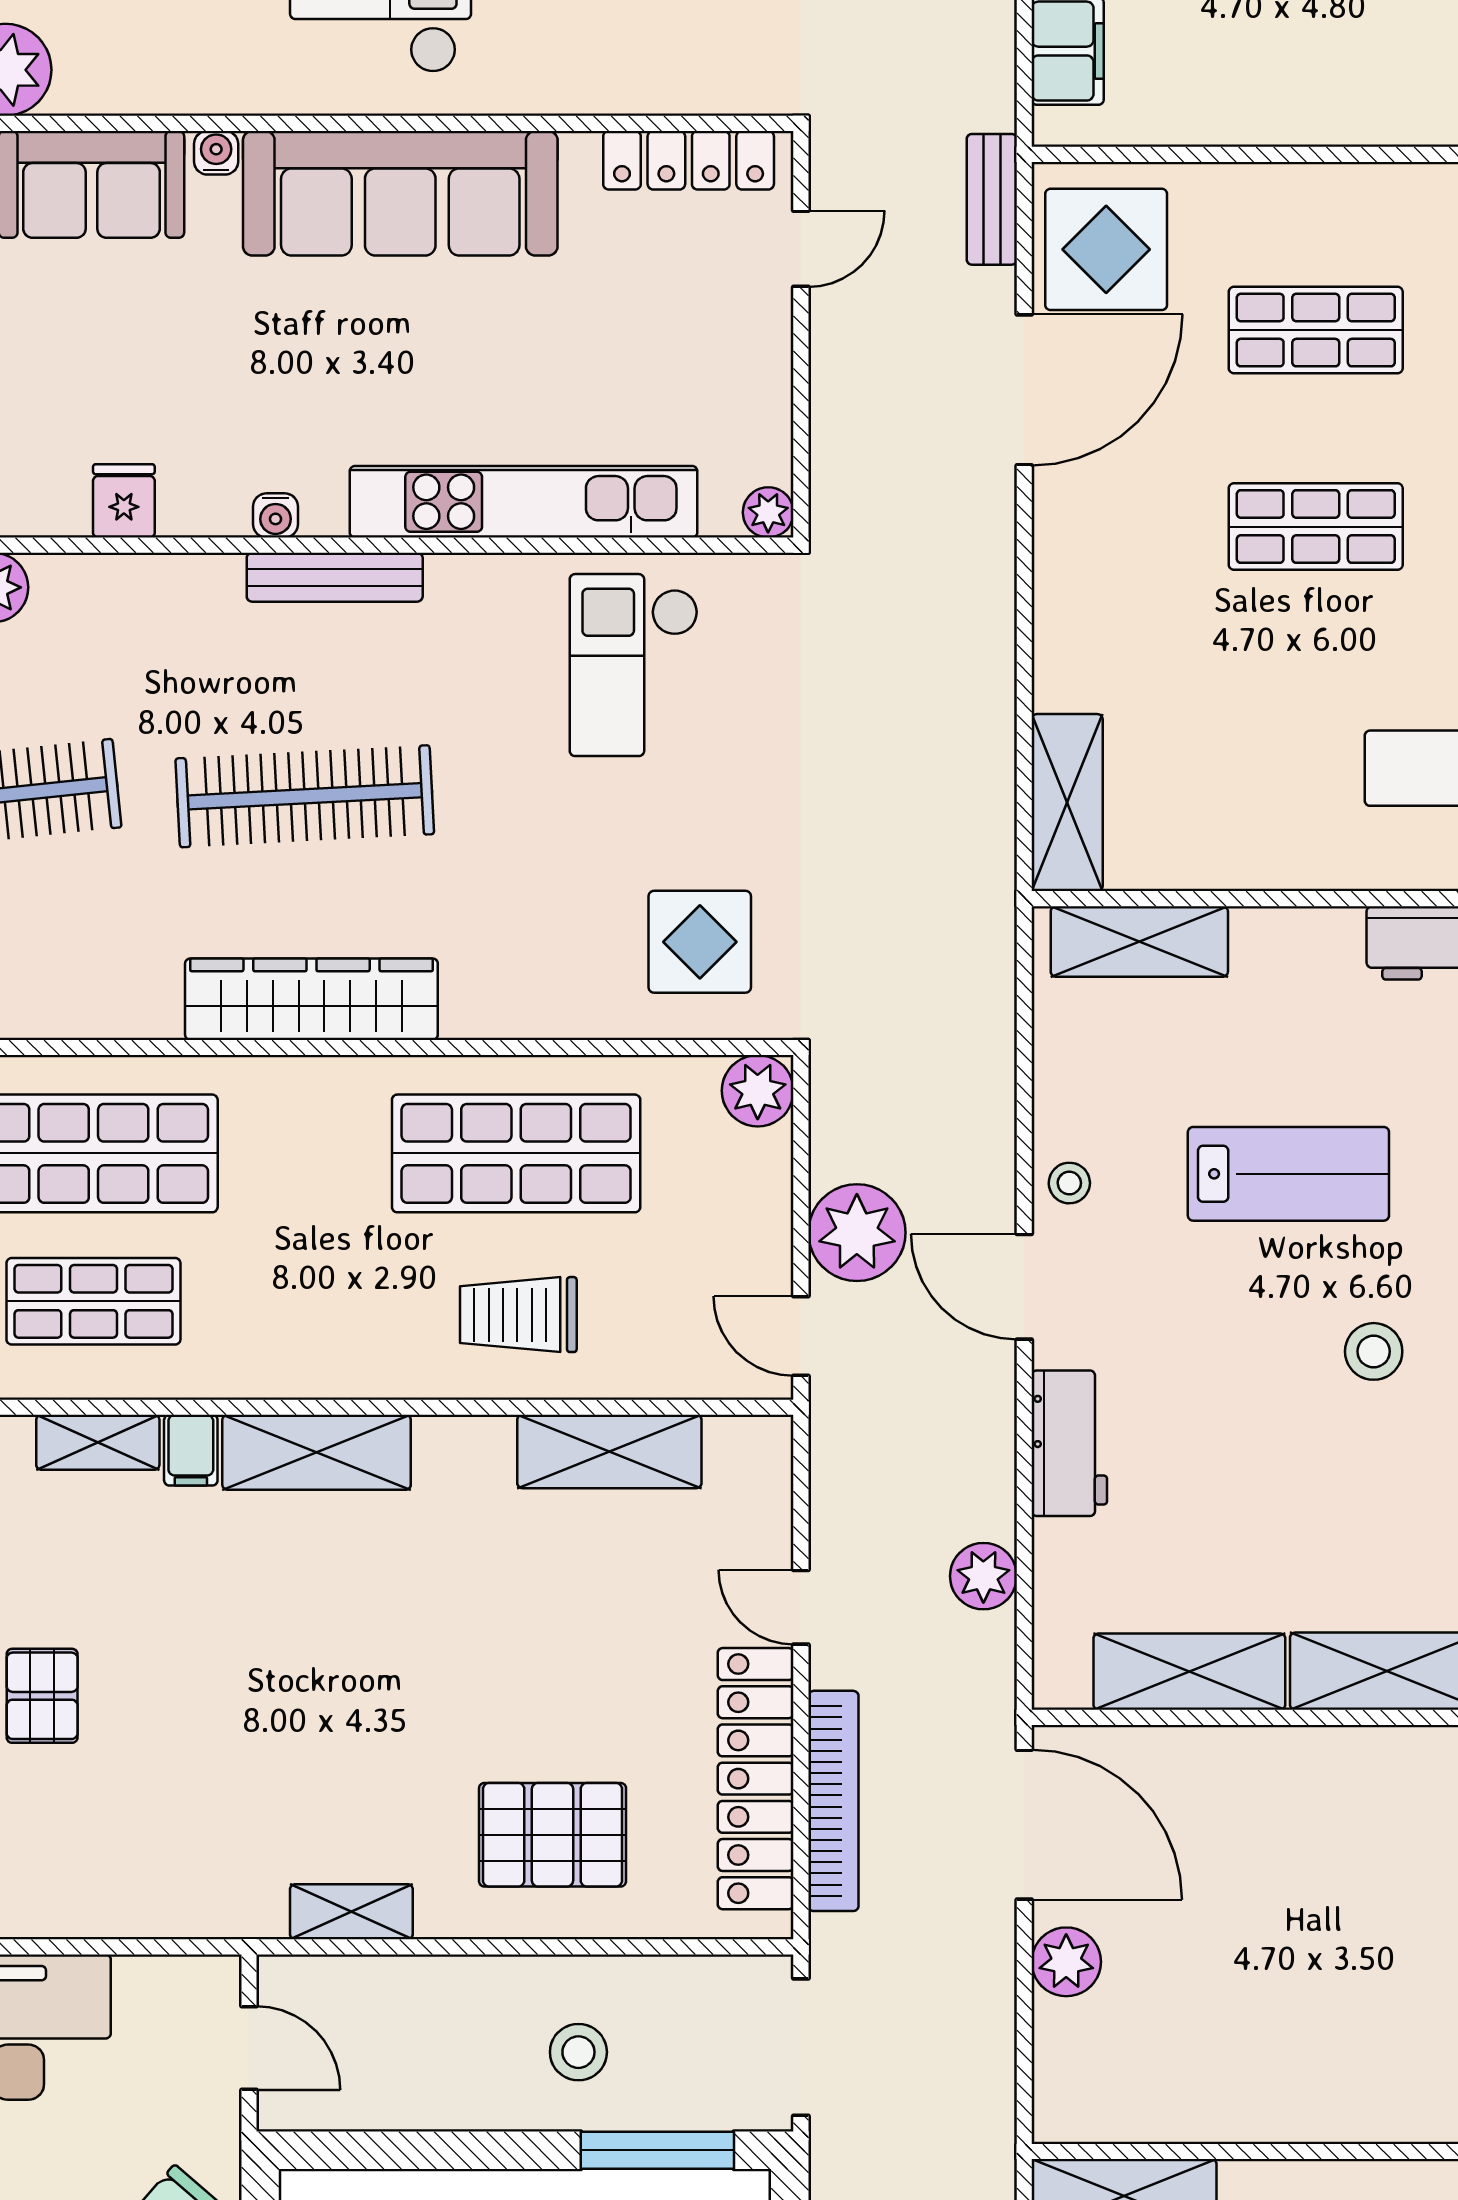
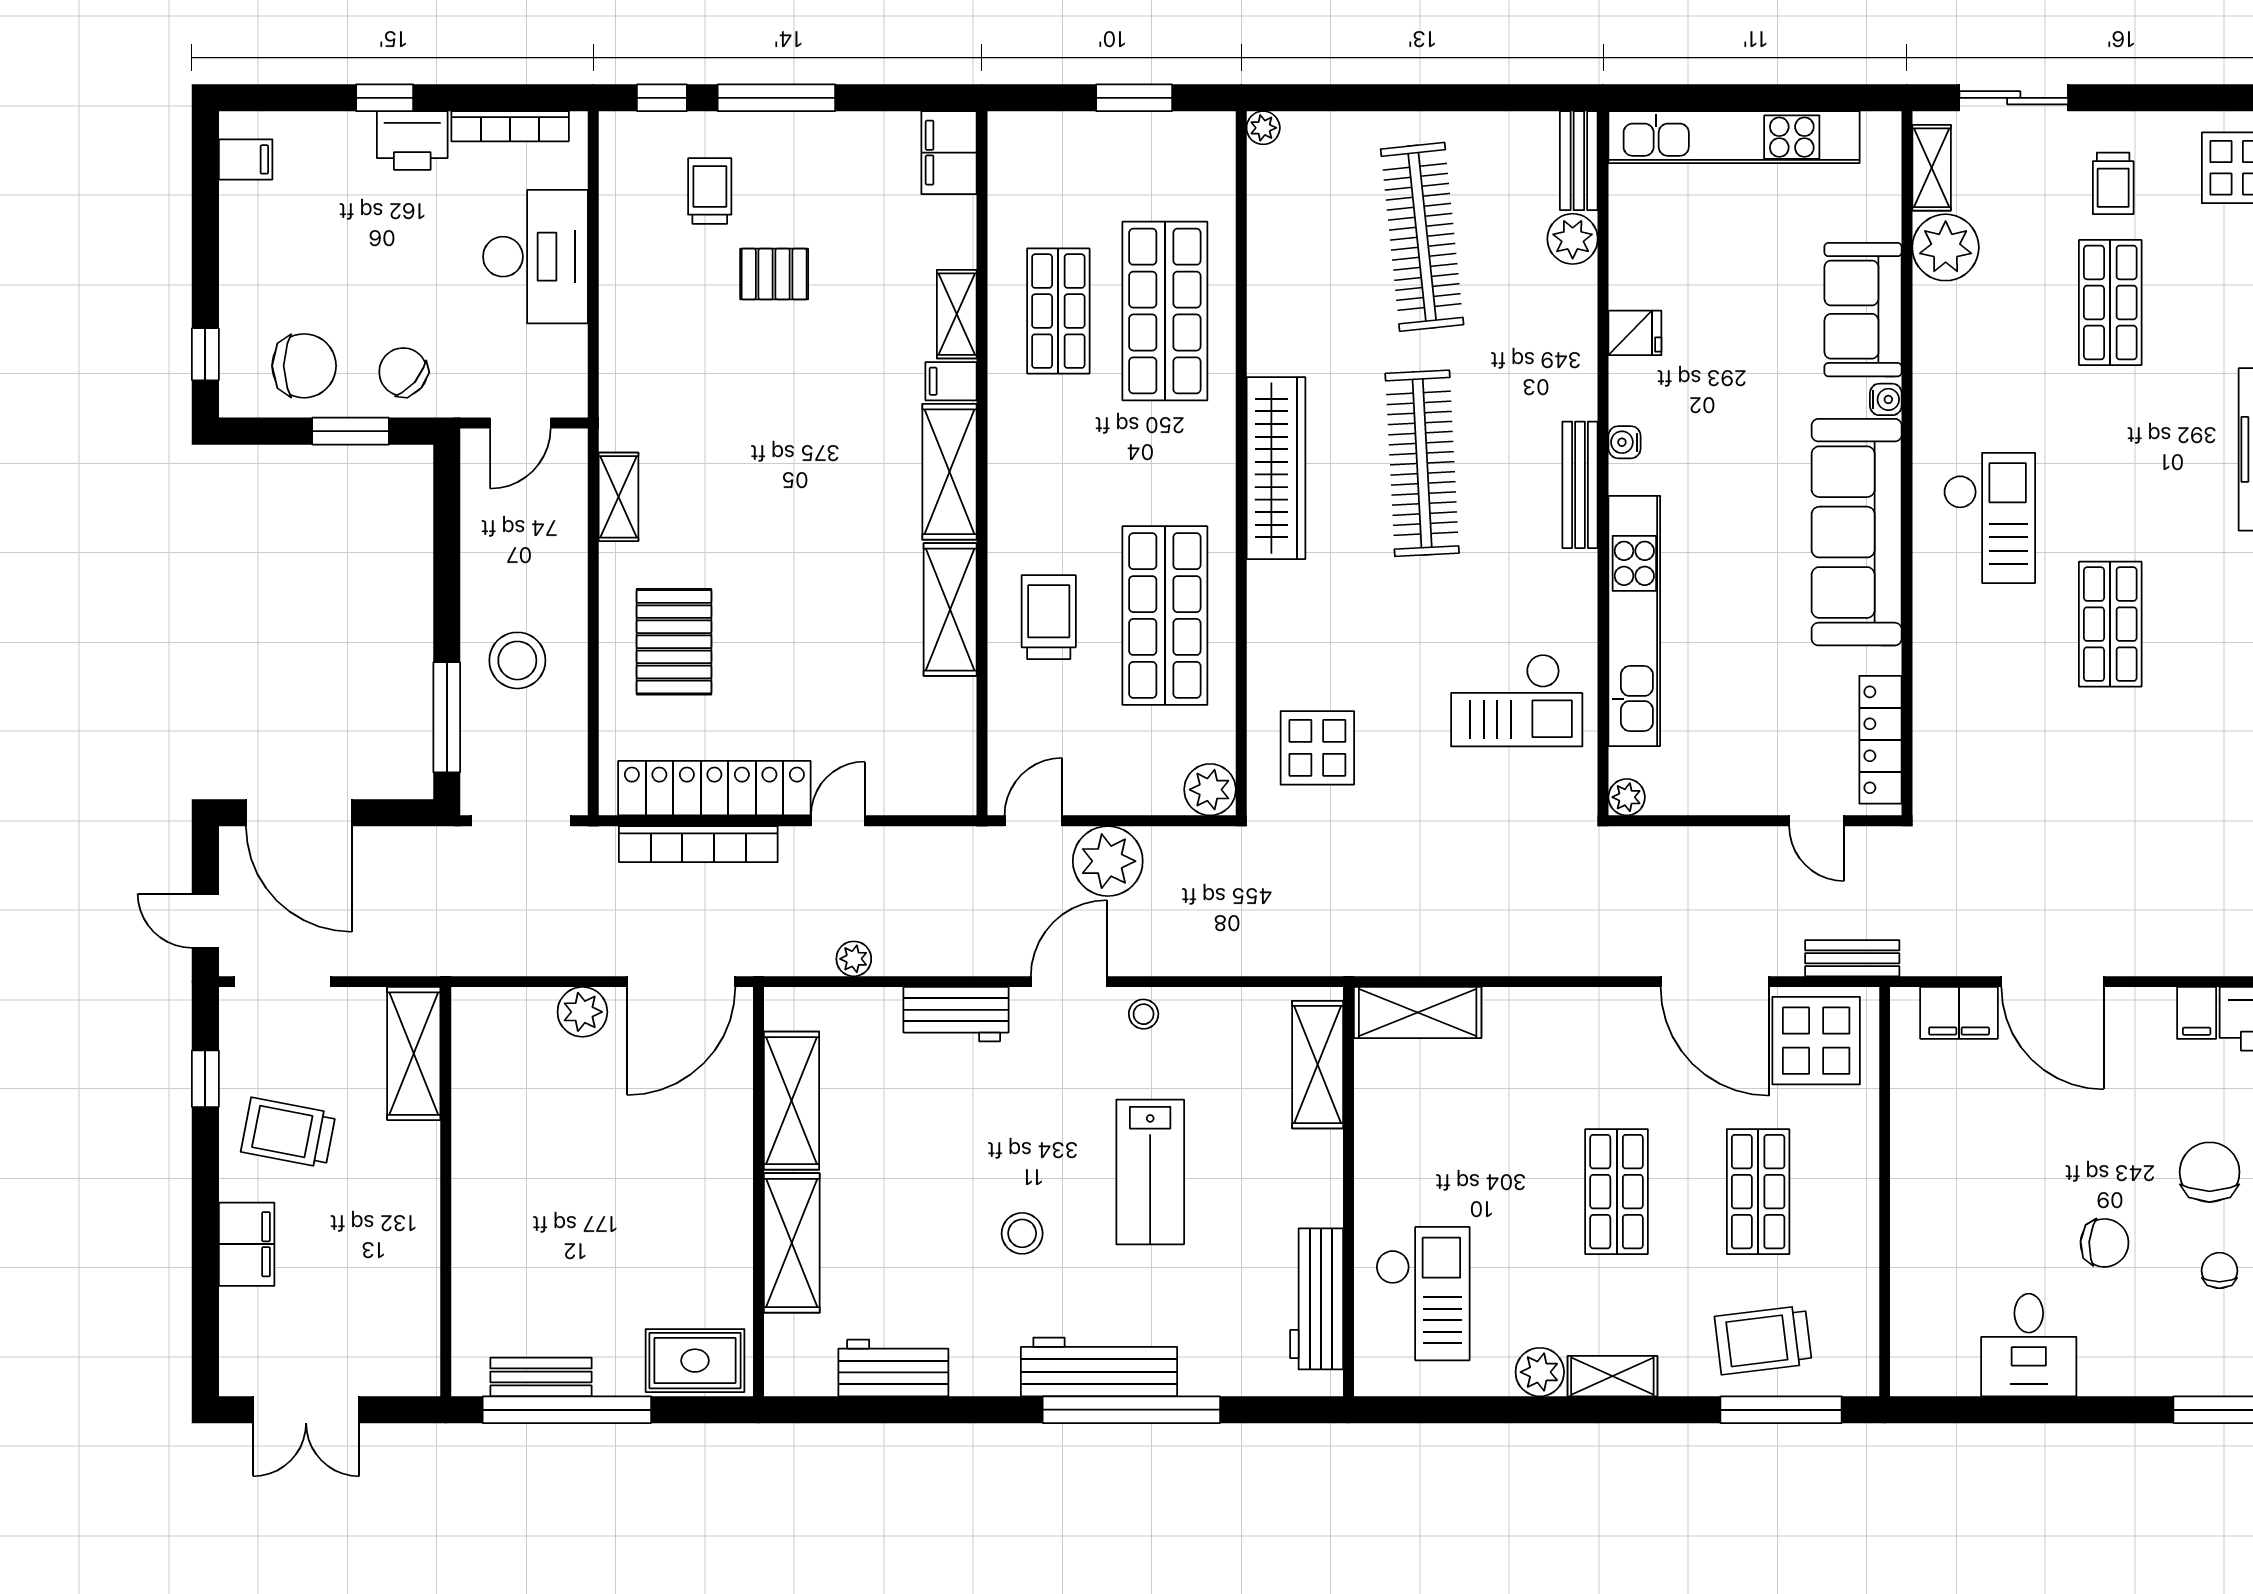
checkout: (634, 665) -> (1517, 700), turned 180
shelving: (609, 1451) -> (950, 610), moved
plant: (983, 1576) -> (854, 959), width x0.73, depth x0.73
stool: (578, 2052) -> (517, 660), width x1.38, depth x1.38

